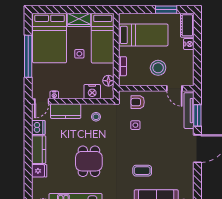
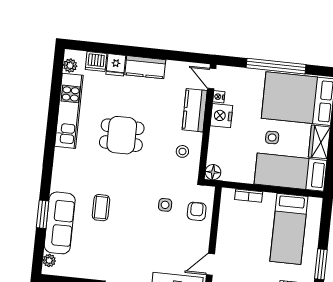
stool: (158, 68) -> (241, 245), removed
floor lamp: (108, 81) -> (213, 172), moved
nightstand: (92, 92) -> (221, 116), moved
dishwasher: (38, 128) -> (96, 61), moved

